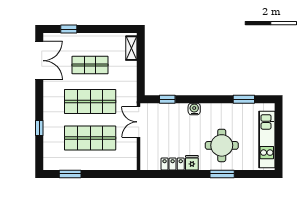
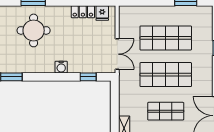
fridge: (192, 163) -> (102, 13), moved

